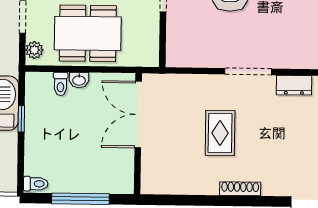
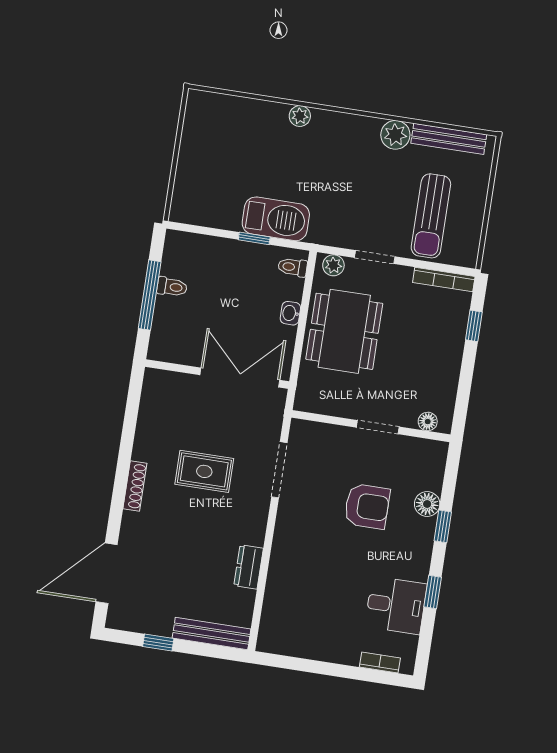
doorway: (248, 72) -> (279, 470), moved
toilet: (60, 84) -> (293, 267), moved
toilet: (36, 184) -> (172, 287), moved, turned -90

